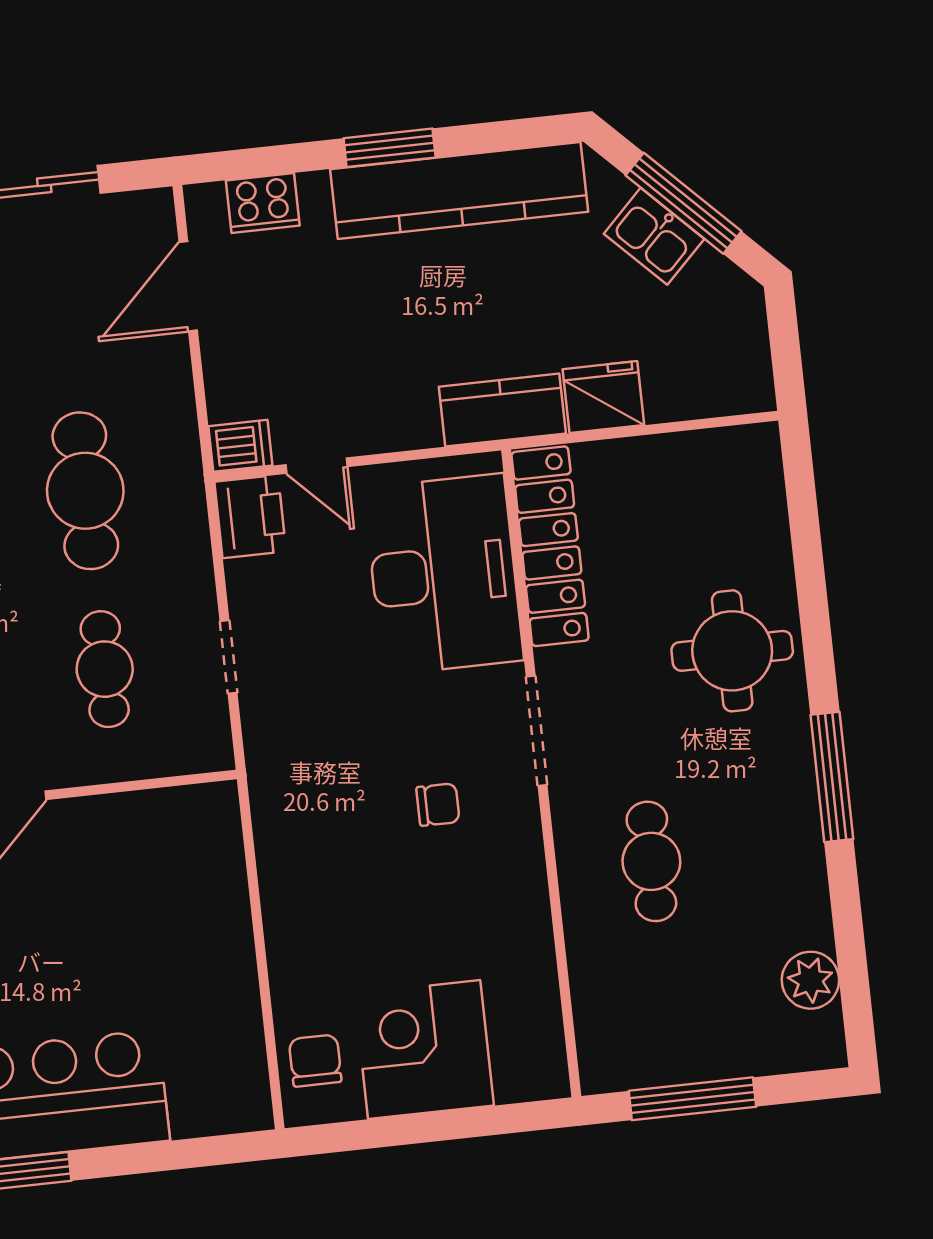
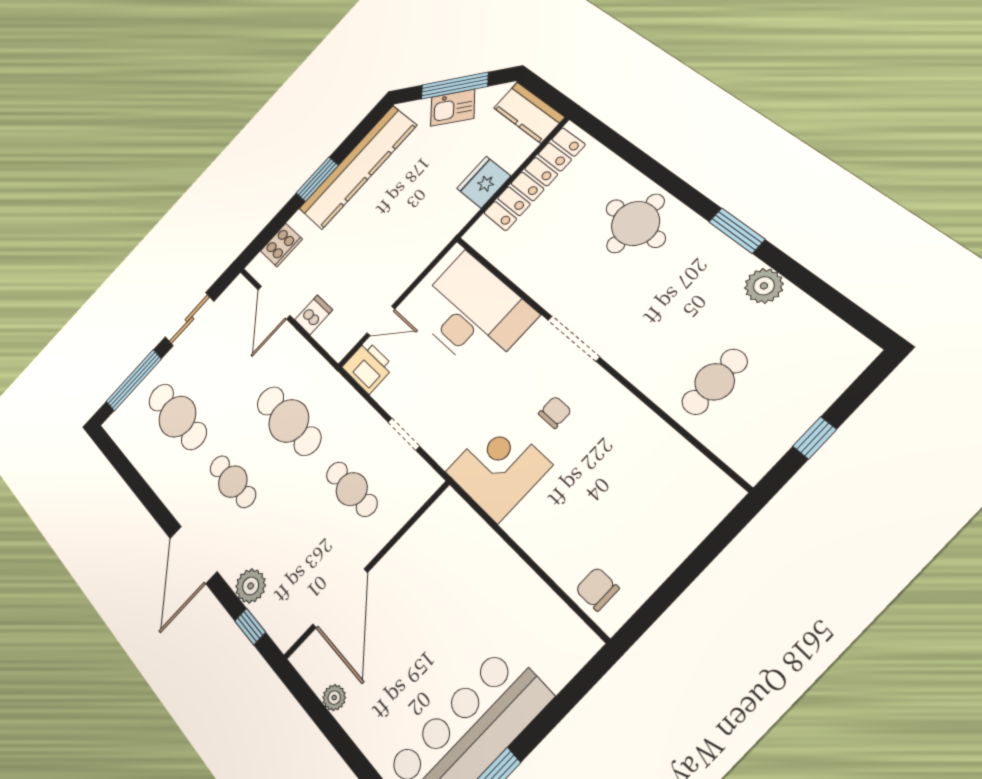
kitchen counter: (502, 410) -> (529, 112), moved, turned -90
dishwasher: (240, 446) -> (314, 315), moved
locker: (550, 546) -> (534, 179), moved, turned 90
window: (832, 777) -> (737, 231), width x0.69
cafe table: (651, 861) -> (715, 382), moved, turned 90
plant: (810, 980) -> (764, 286), moved
corner desk: (424, 1050) -> (498, 468), moved, turned 90
window: (692, 1099) -> (815, 438), width x0.46

